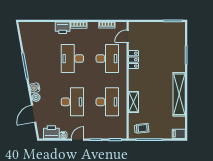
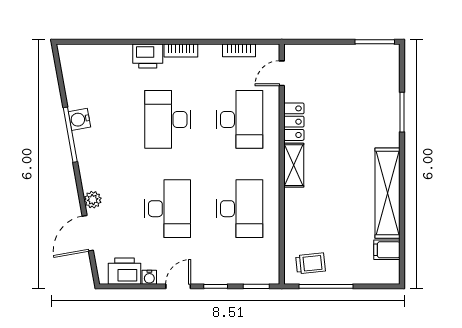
water cooler: (35, 88) -> (79, 119), moved
shelving: (133, 102) -> (294, 165), moved
filing cabinet: (179, 134) -> (387, 250), moved

